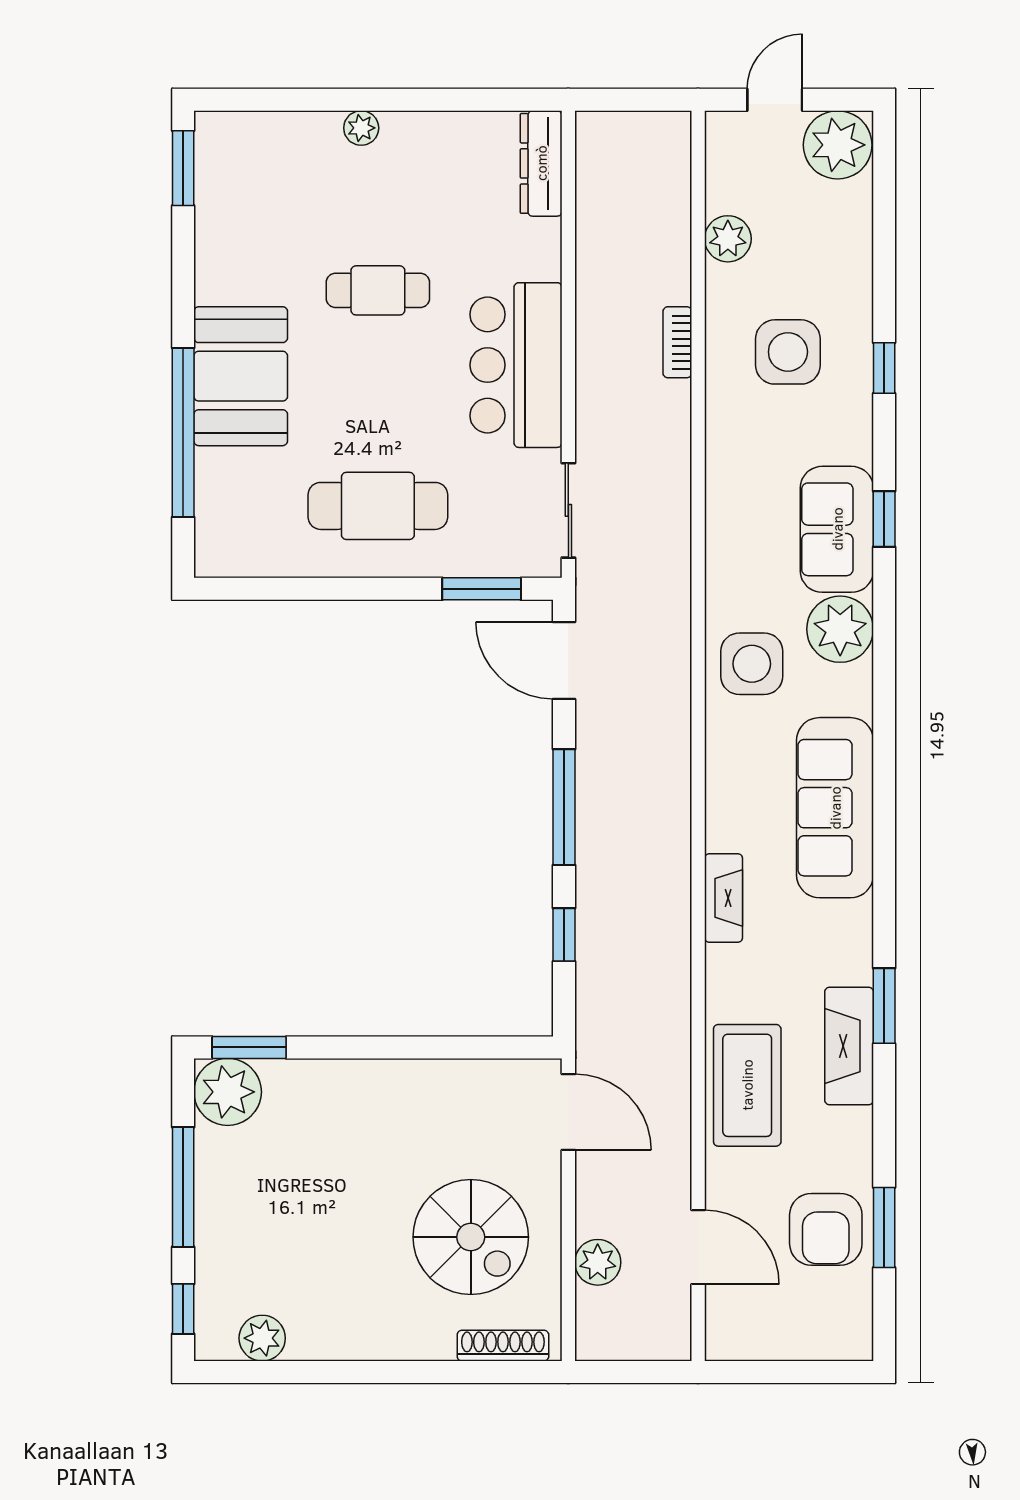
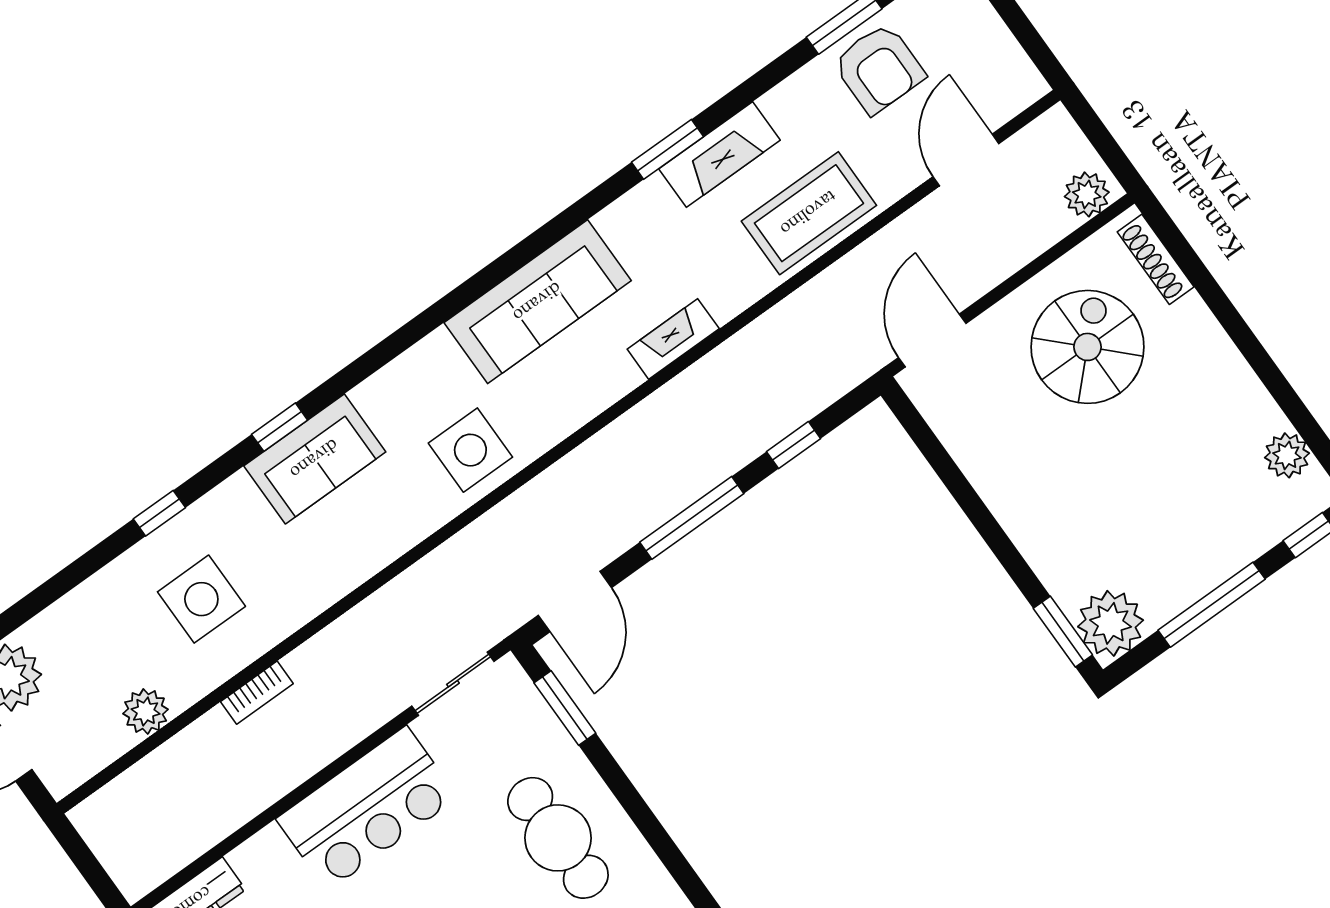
plant: (840, 629) -> (393, 399), removed
armchair: (826, 1229) -> (879, 68), turned 90
plant: (598, 1262) -> (1087, 194), moved

